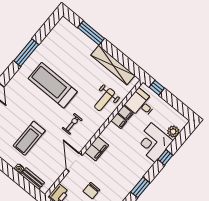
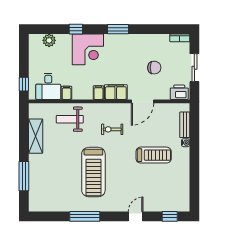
shelving: (113, 65) -> (36, 136), width x0.68
weight bench: (105, 100) -> (70, 119), turned 180
filing cabinet: (119, 121) -> (98, 93), moved
corner desk: (153, 143) -> (88, 49), moved

